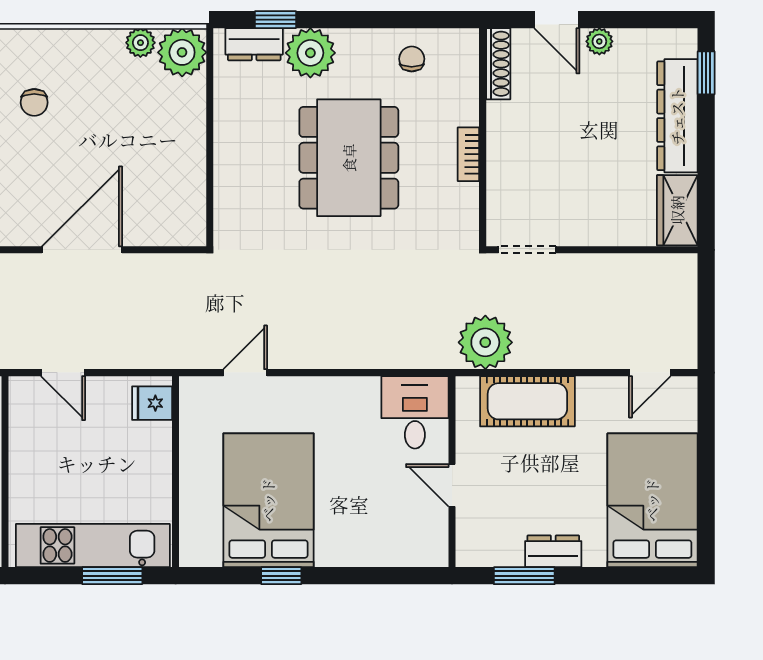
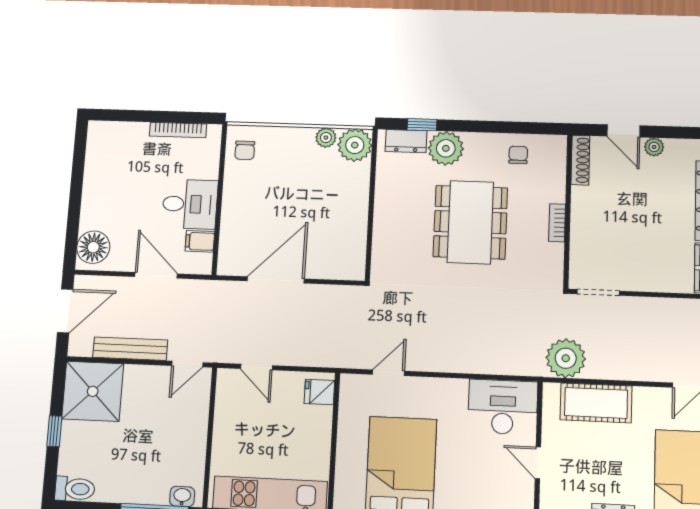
chair: (34, 102) -> (245, 150), moved
desk: (415, 412) -> (503, 407), width x1.37

